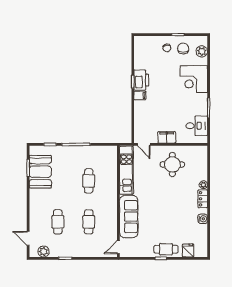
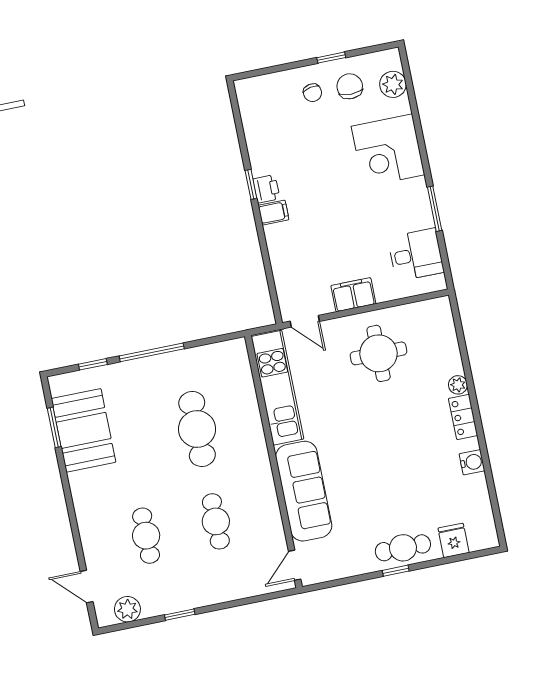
printer: (141, 80) -> (266, 189), width x0.53, depth x0.68
cafe table: (89, 181) -> (197, 429), width x1.37, depth x1.35

